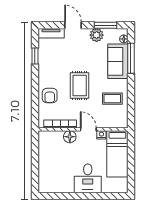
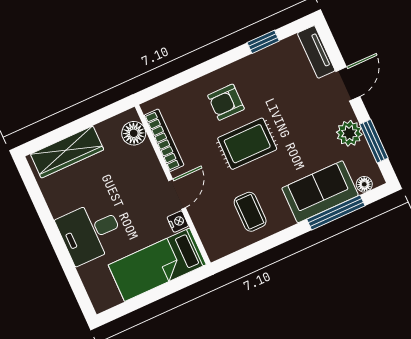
armchair: (50, 96) -> (226, 102), moved
floor lamp: (70, 137) -> (134, 133), moved
wardrobe: (45, 172) -> (67, 152), added

